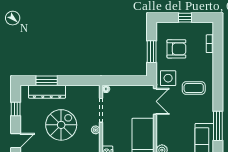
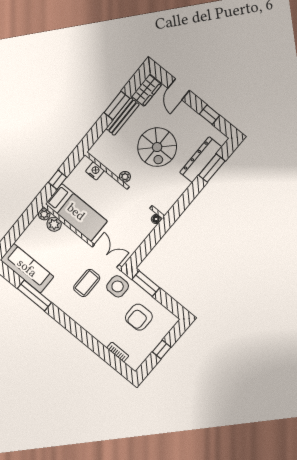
window: (152, 52) -> (146, 284), moved
coffee table: (194, 88) -> (87, 283), moved
double door: (155, 101) -> (106, 256), swing flipped

